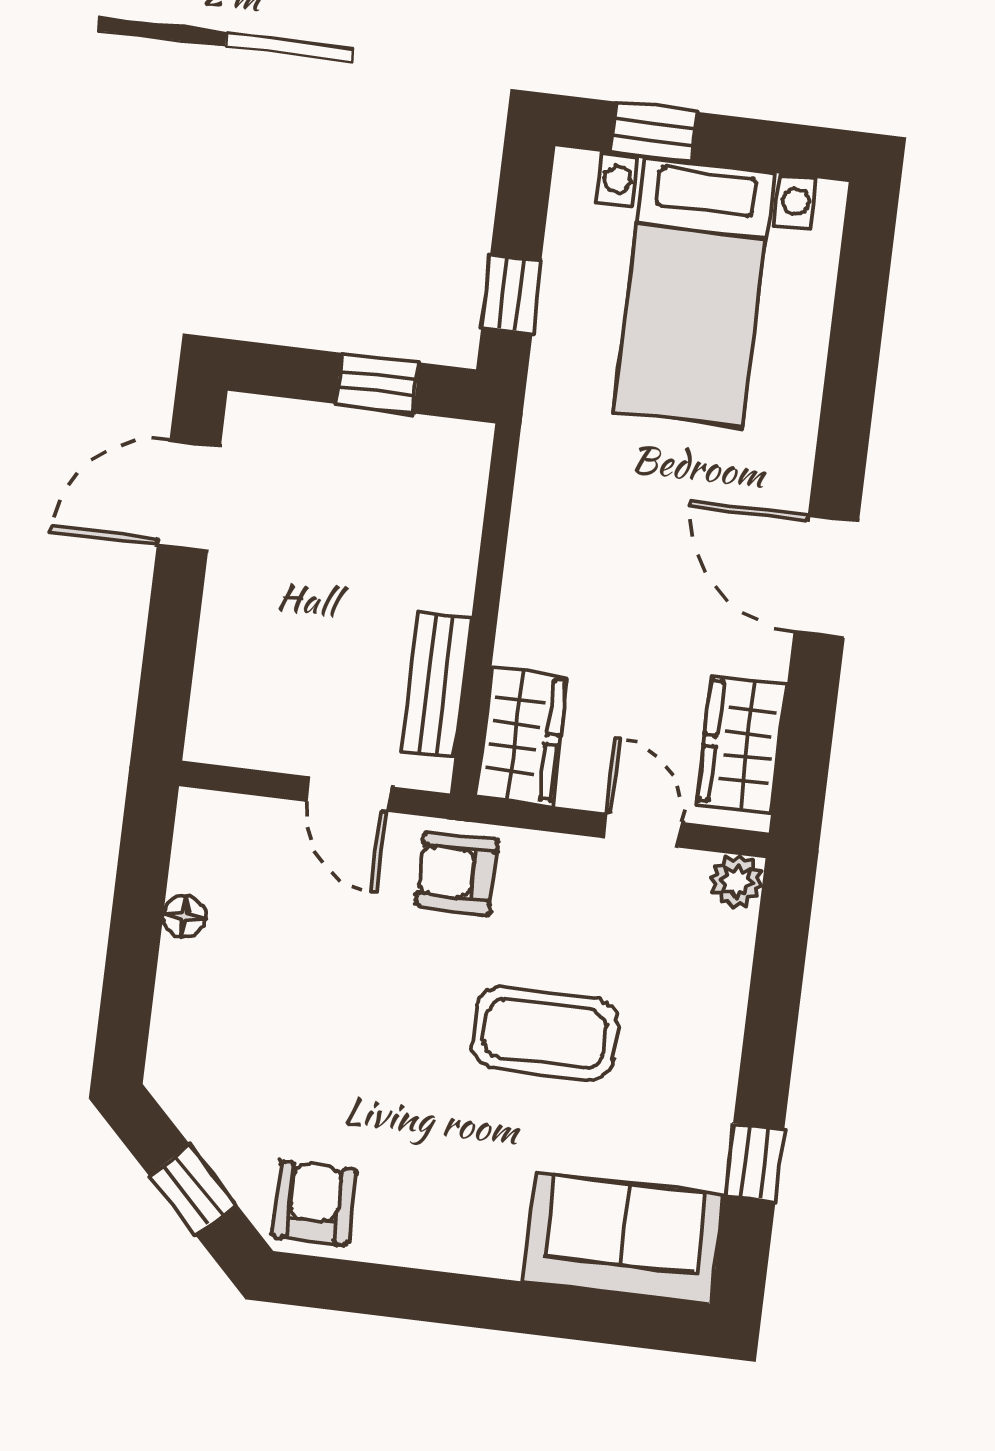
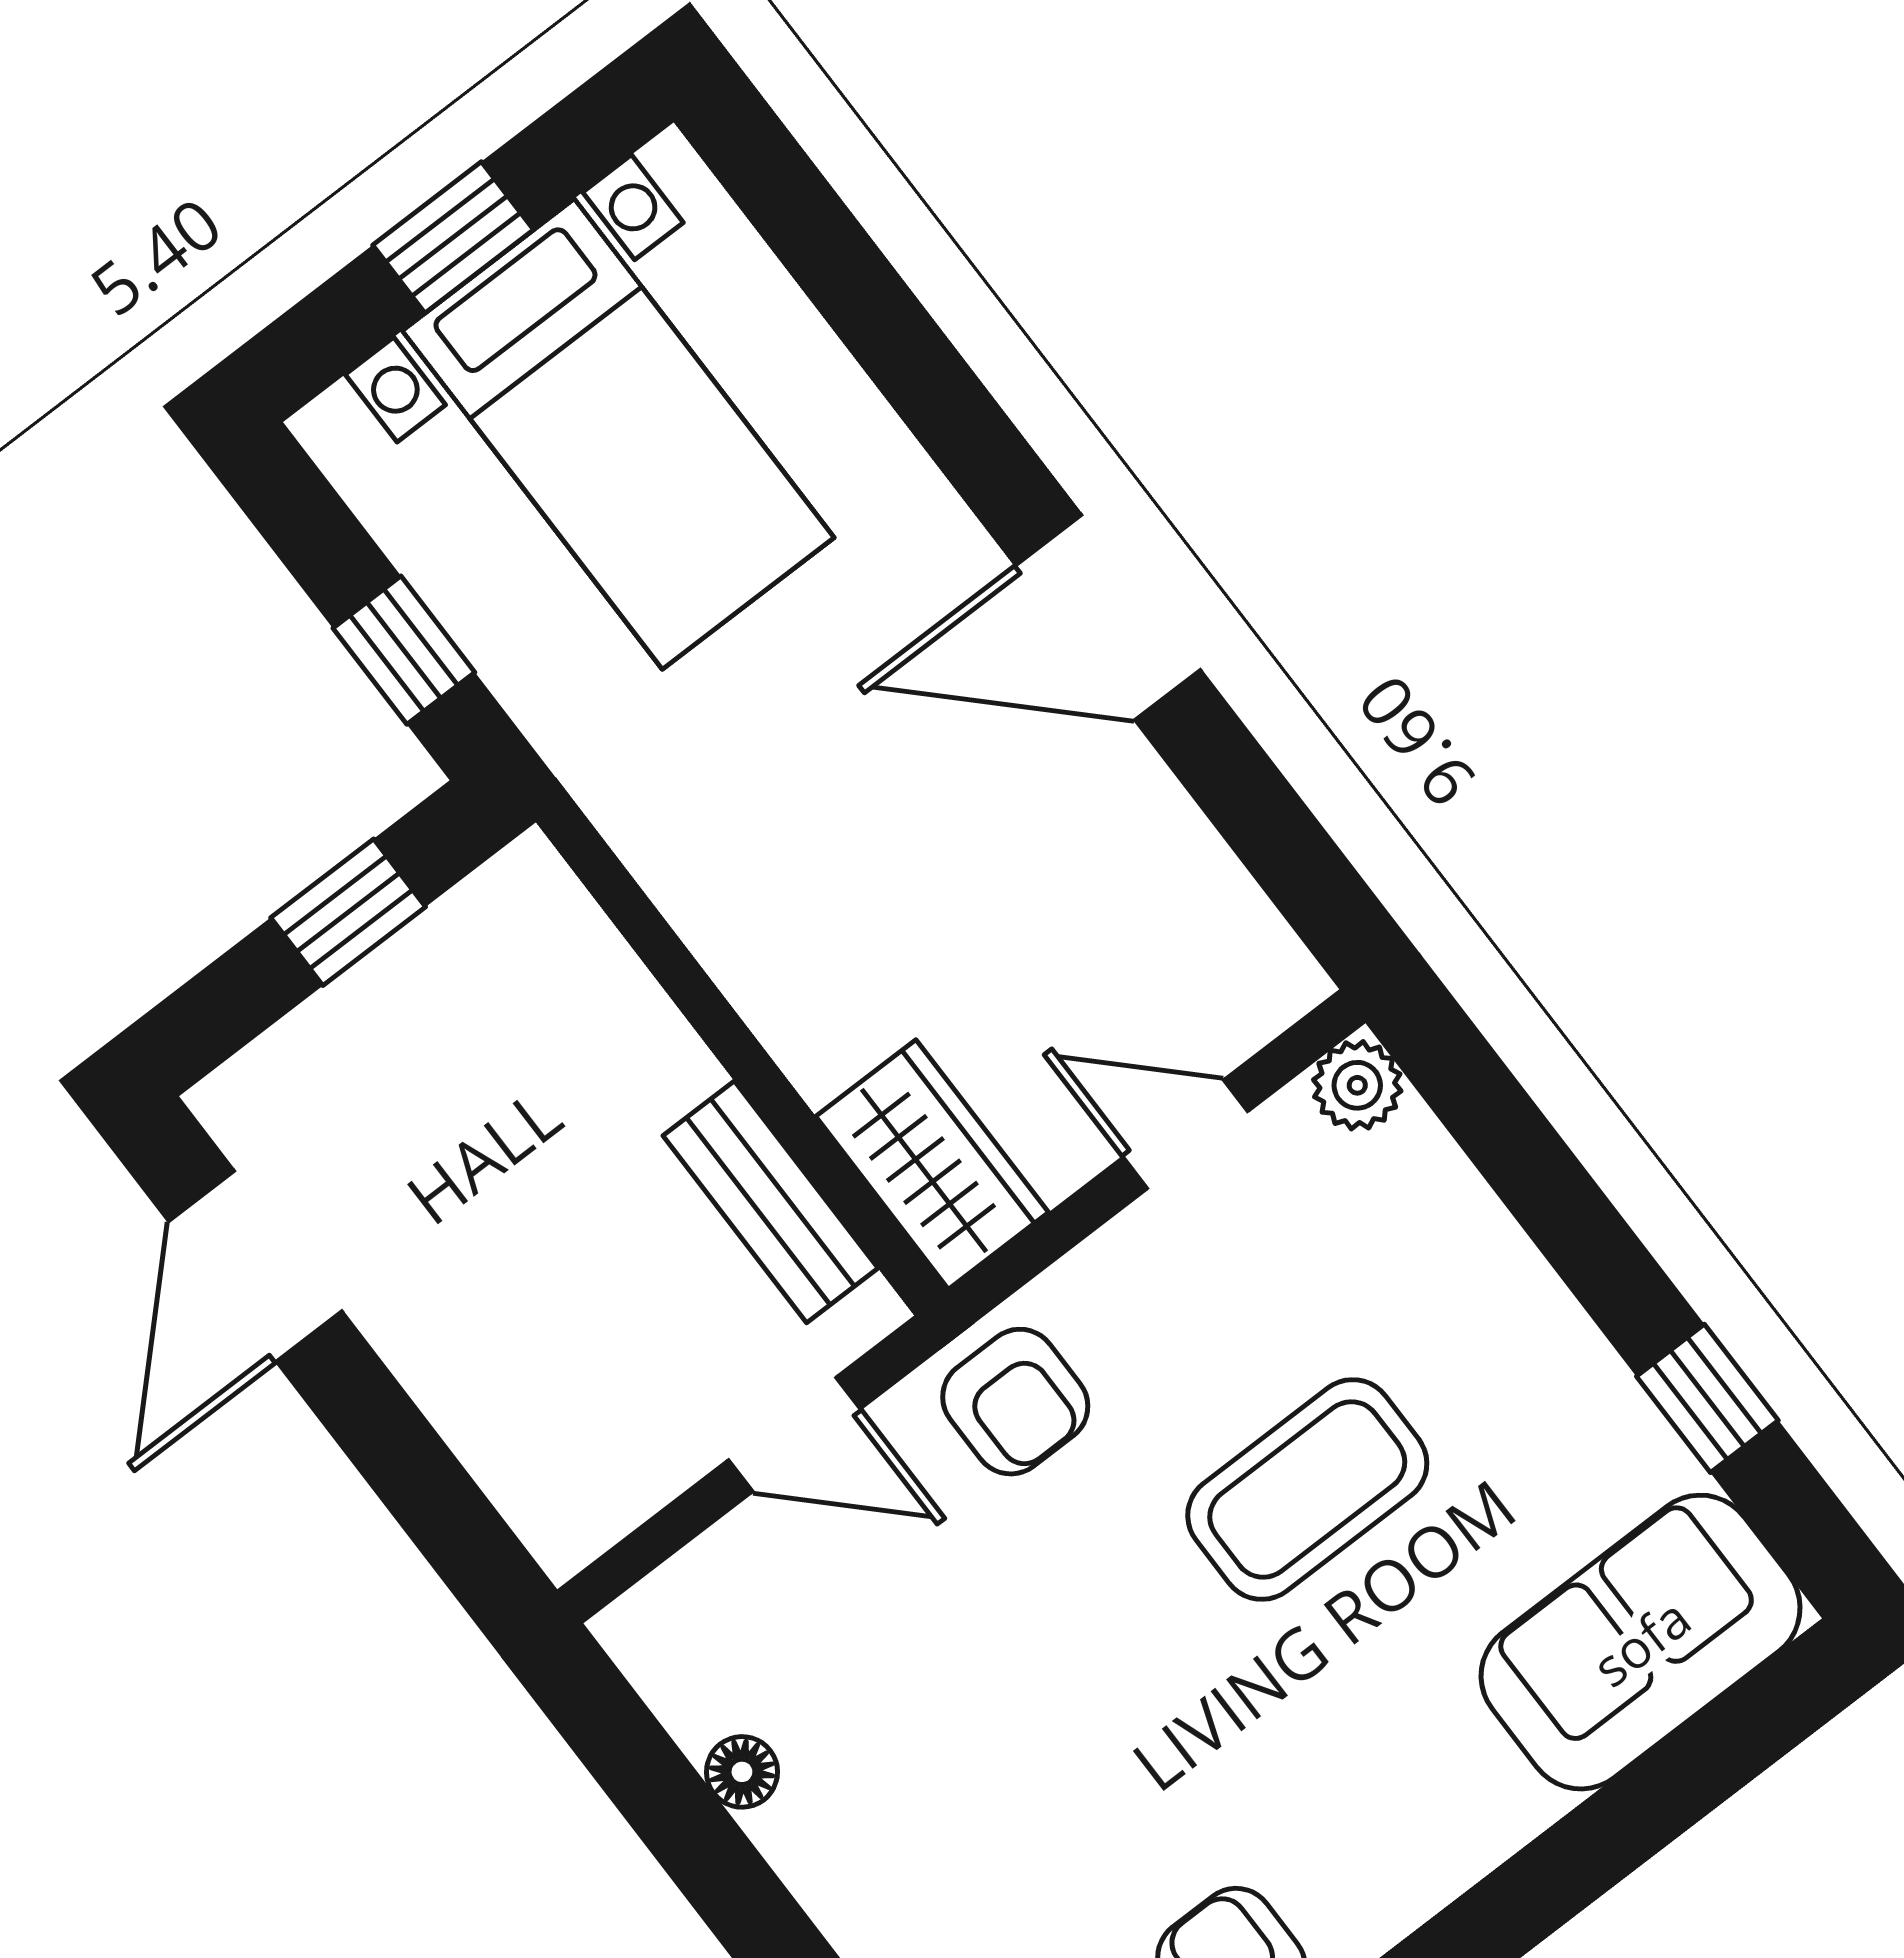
window: (654, 132) -> (453, 237), moved
wardrobe: (742, 744) -> (1203, 916), removed
armchair: (457, 873) -> (1015, 1402), turned -90

